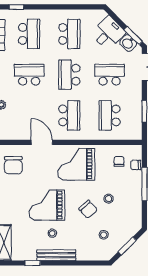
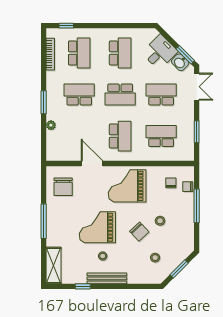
school desk: (69, 75) -> (120, 95), turned -90
school desk: (110, 115) -> (161, 136), turned 90

